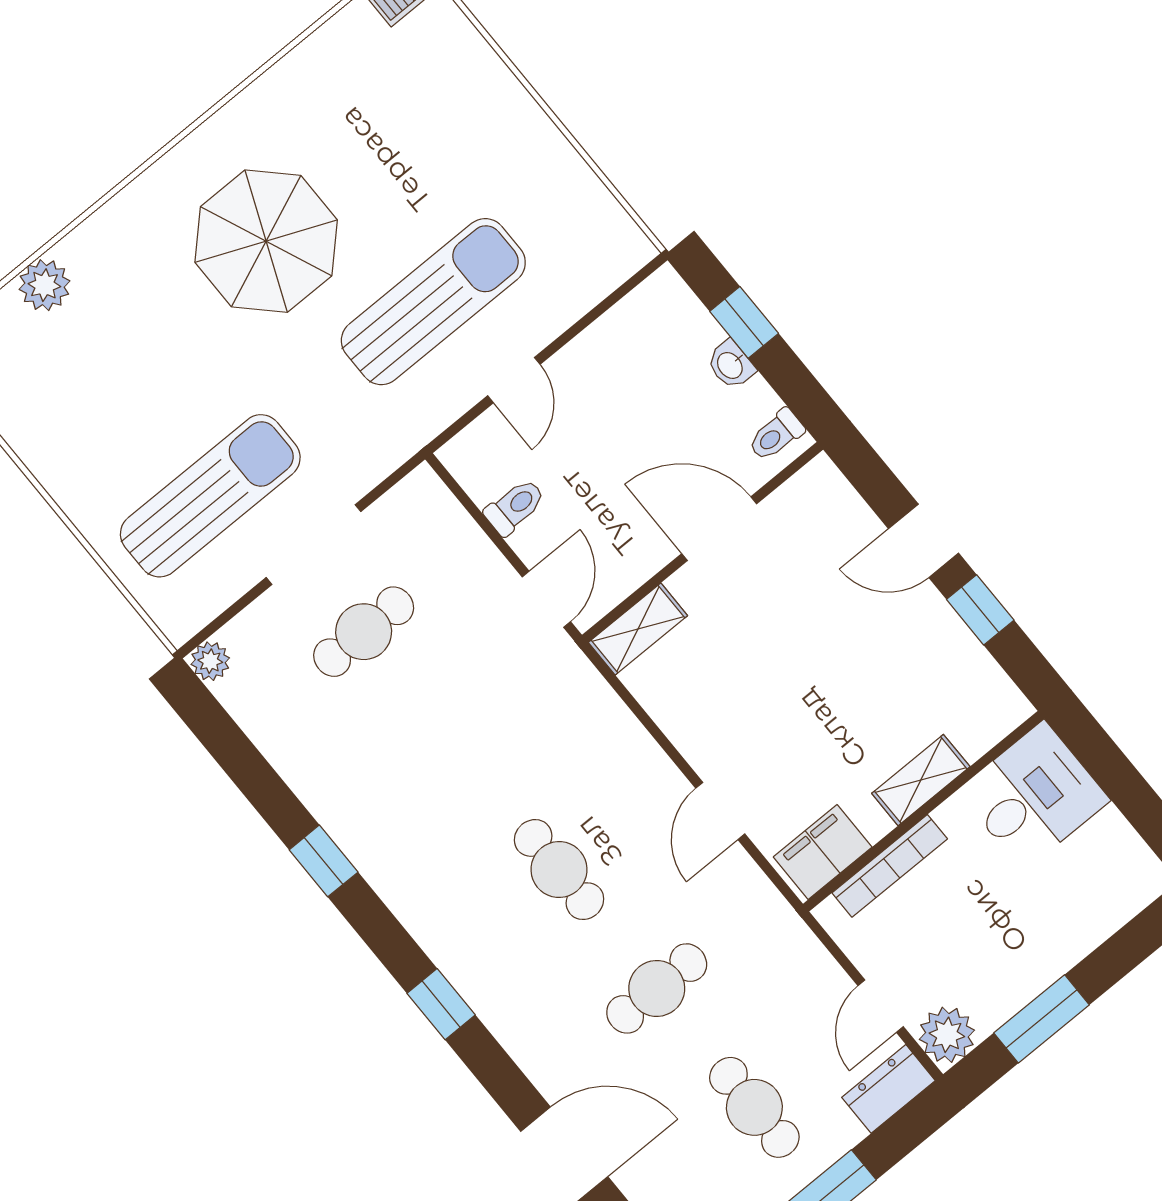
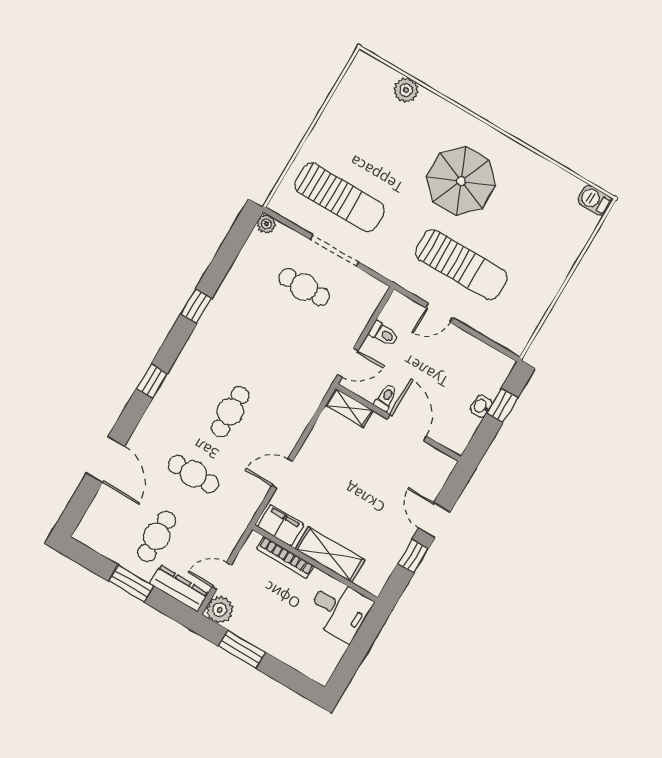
toilet: (776, 435) -> (386, 398), moved, turned 90
shelving: (921, 780) -> (330, 554), width x1.50, depth x1.33
dresser: (888, 1089) -> (179, 588), width x1.44

